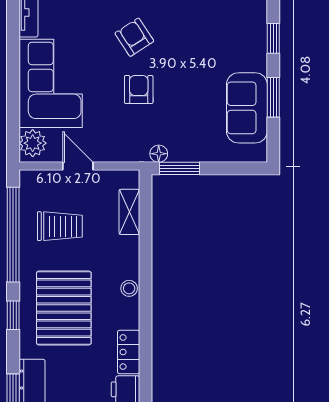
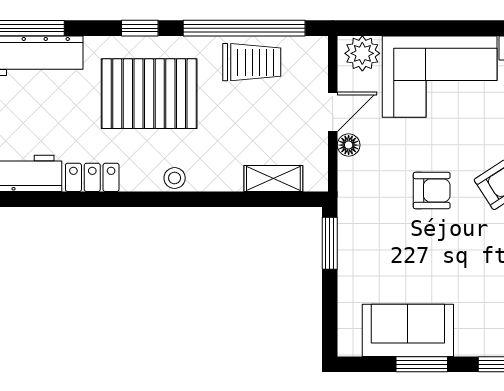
floor lamp: (159, 154) -> (349, 145), moved
trolley: (60, 226) -> (252, 62), moved, turned -90

